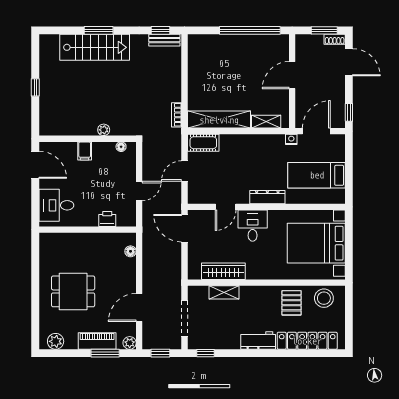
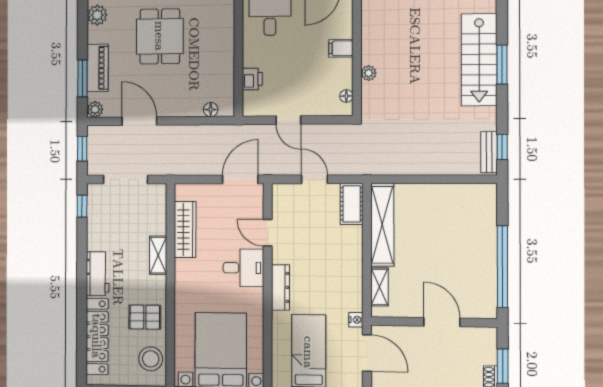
bookcase: (177, 115) -> (389, 169), removed
shelving: (224, 292) -> (158, 255), moved

